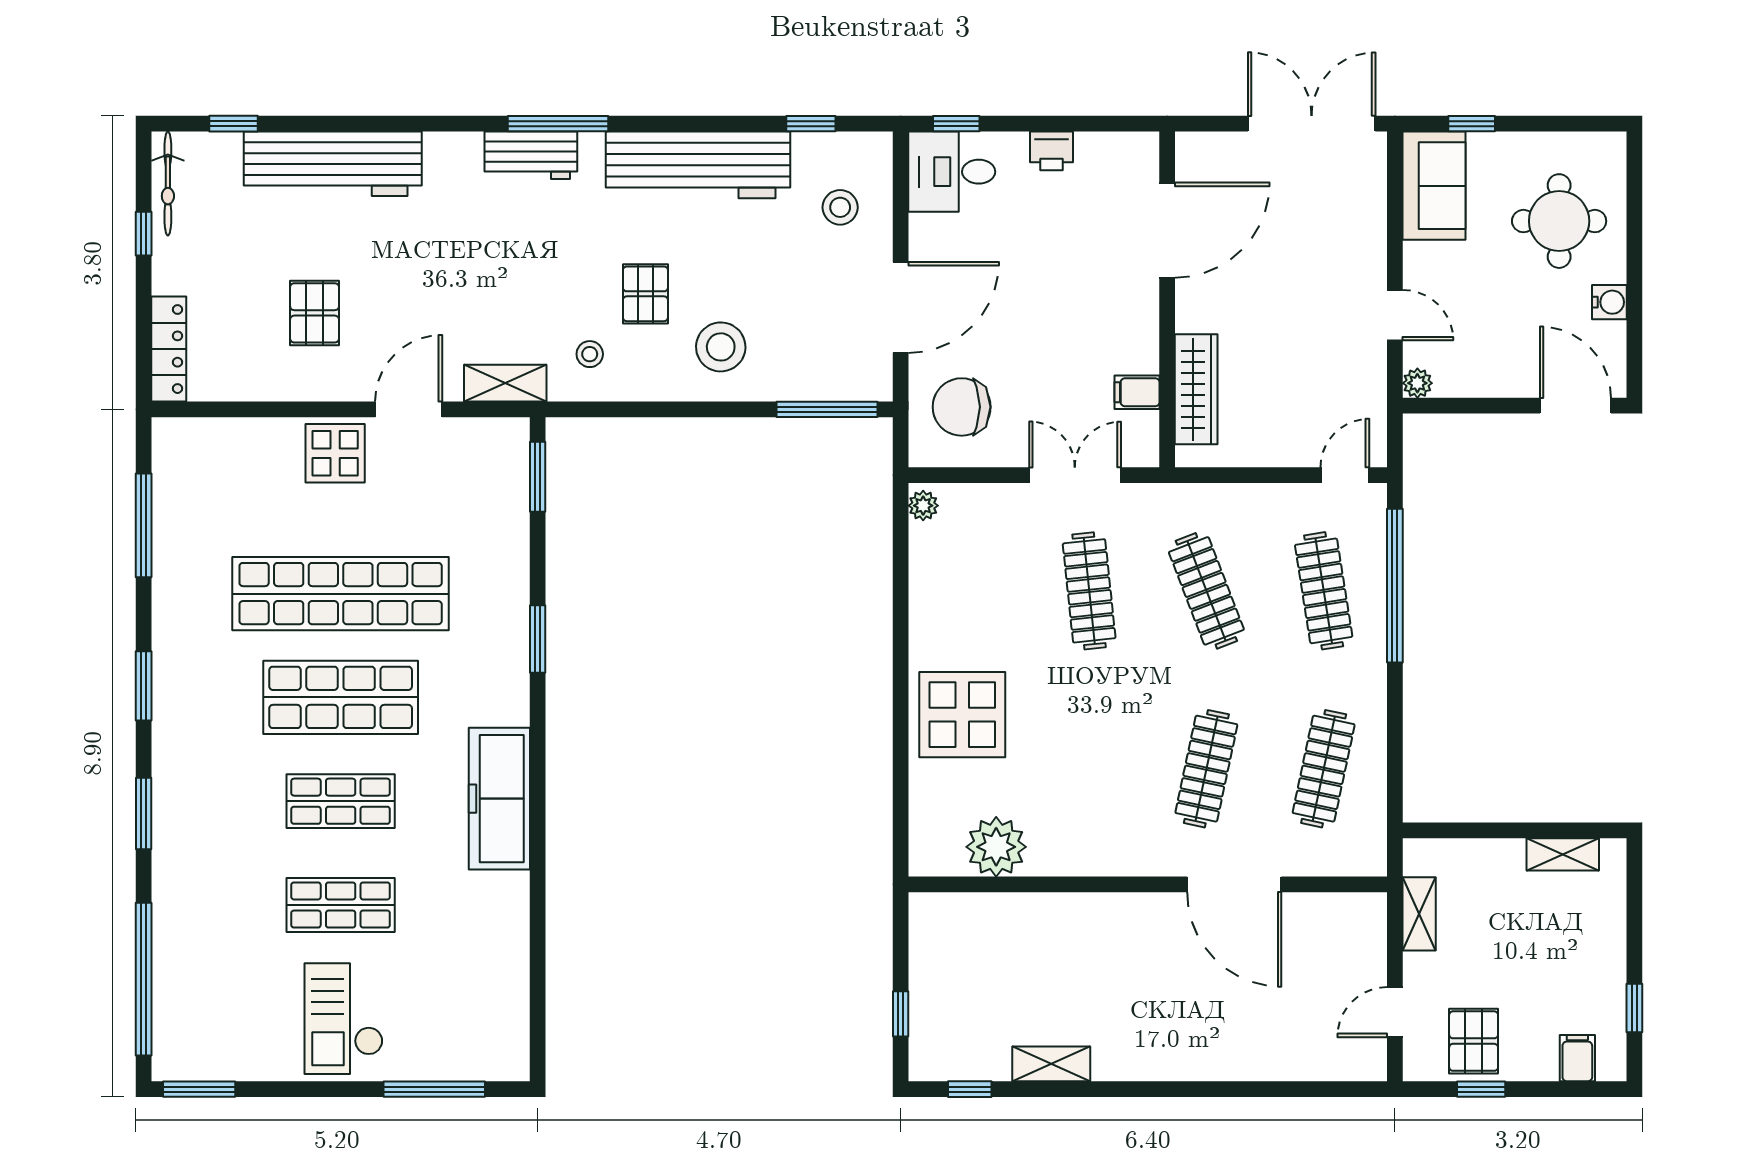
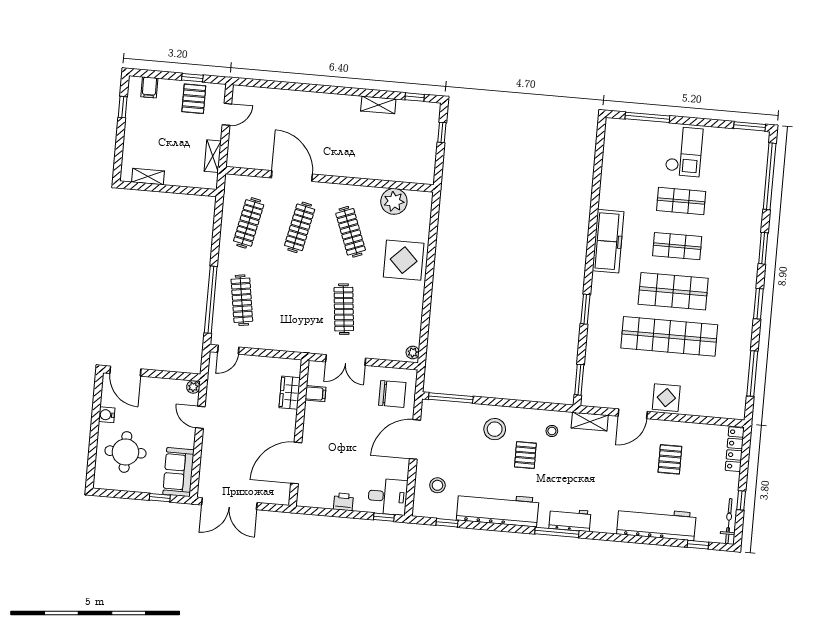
wardrobe: (1196, 389) -> (290, 393), width x0.67
clothes rail: (1206, 591) -> (351, 232), moved

